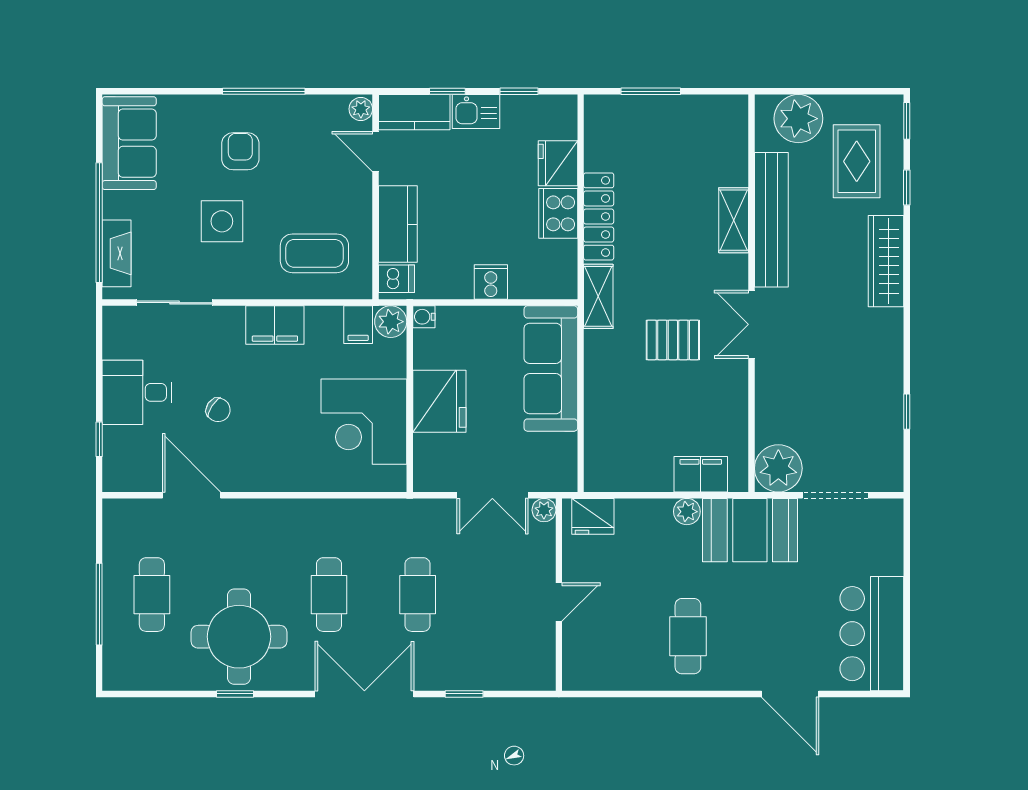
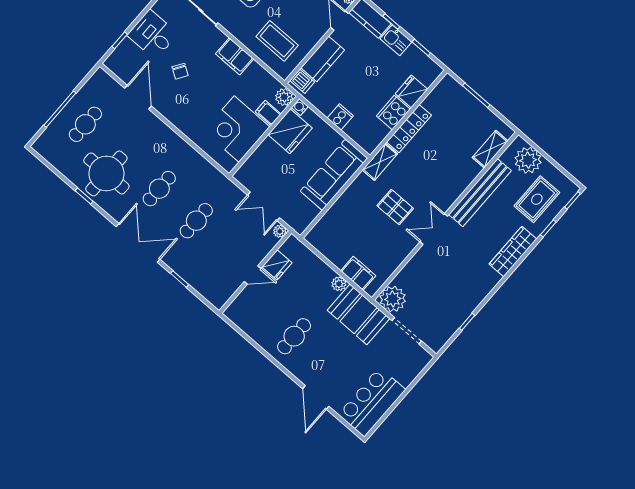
shelving: (734, 220) -> (490, 149), moved
filing cabinet: (358, 325) -> (268, 113), moved, turned 90
fridge: (439, 401) -> (290, 131), moved
fridge: (593, 516) -> (277, 265), moved, turned -90

